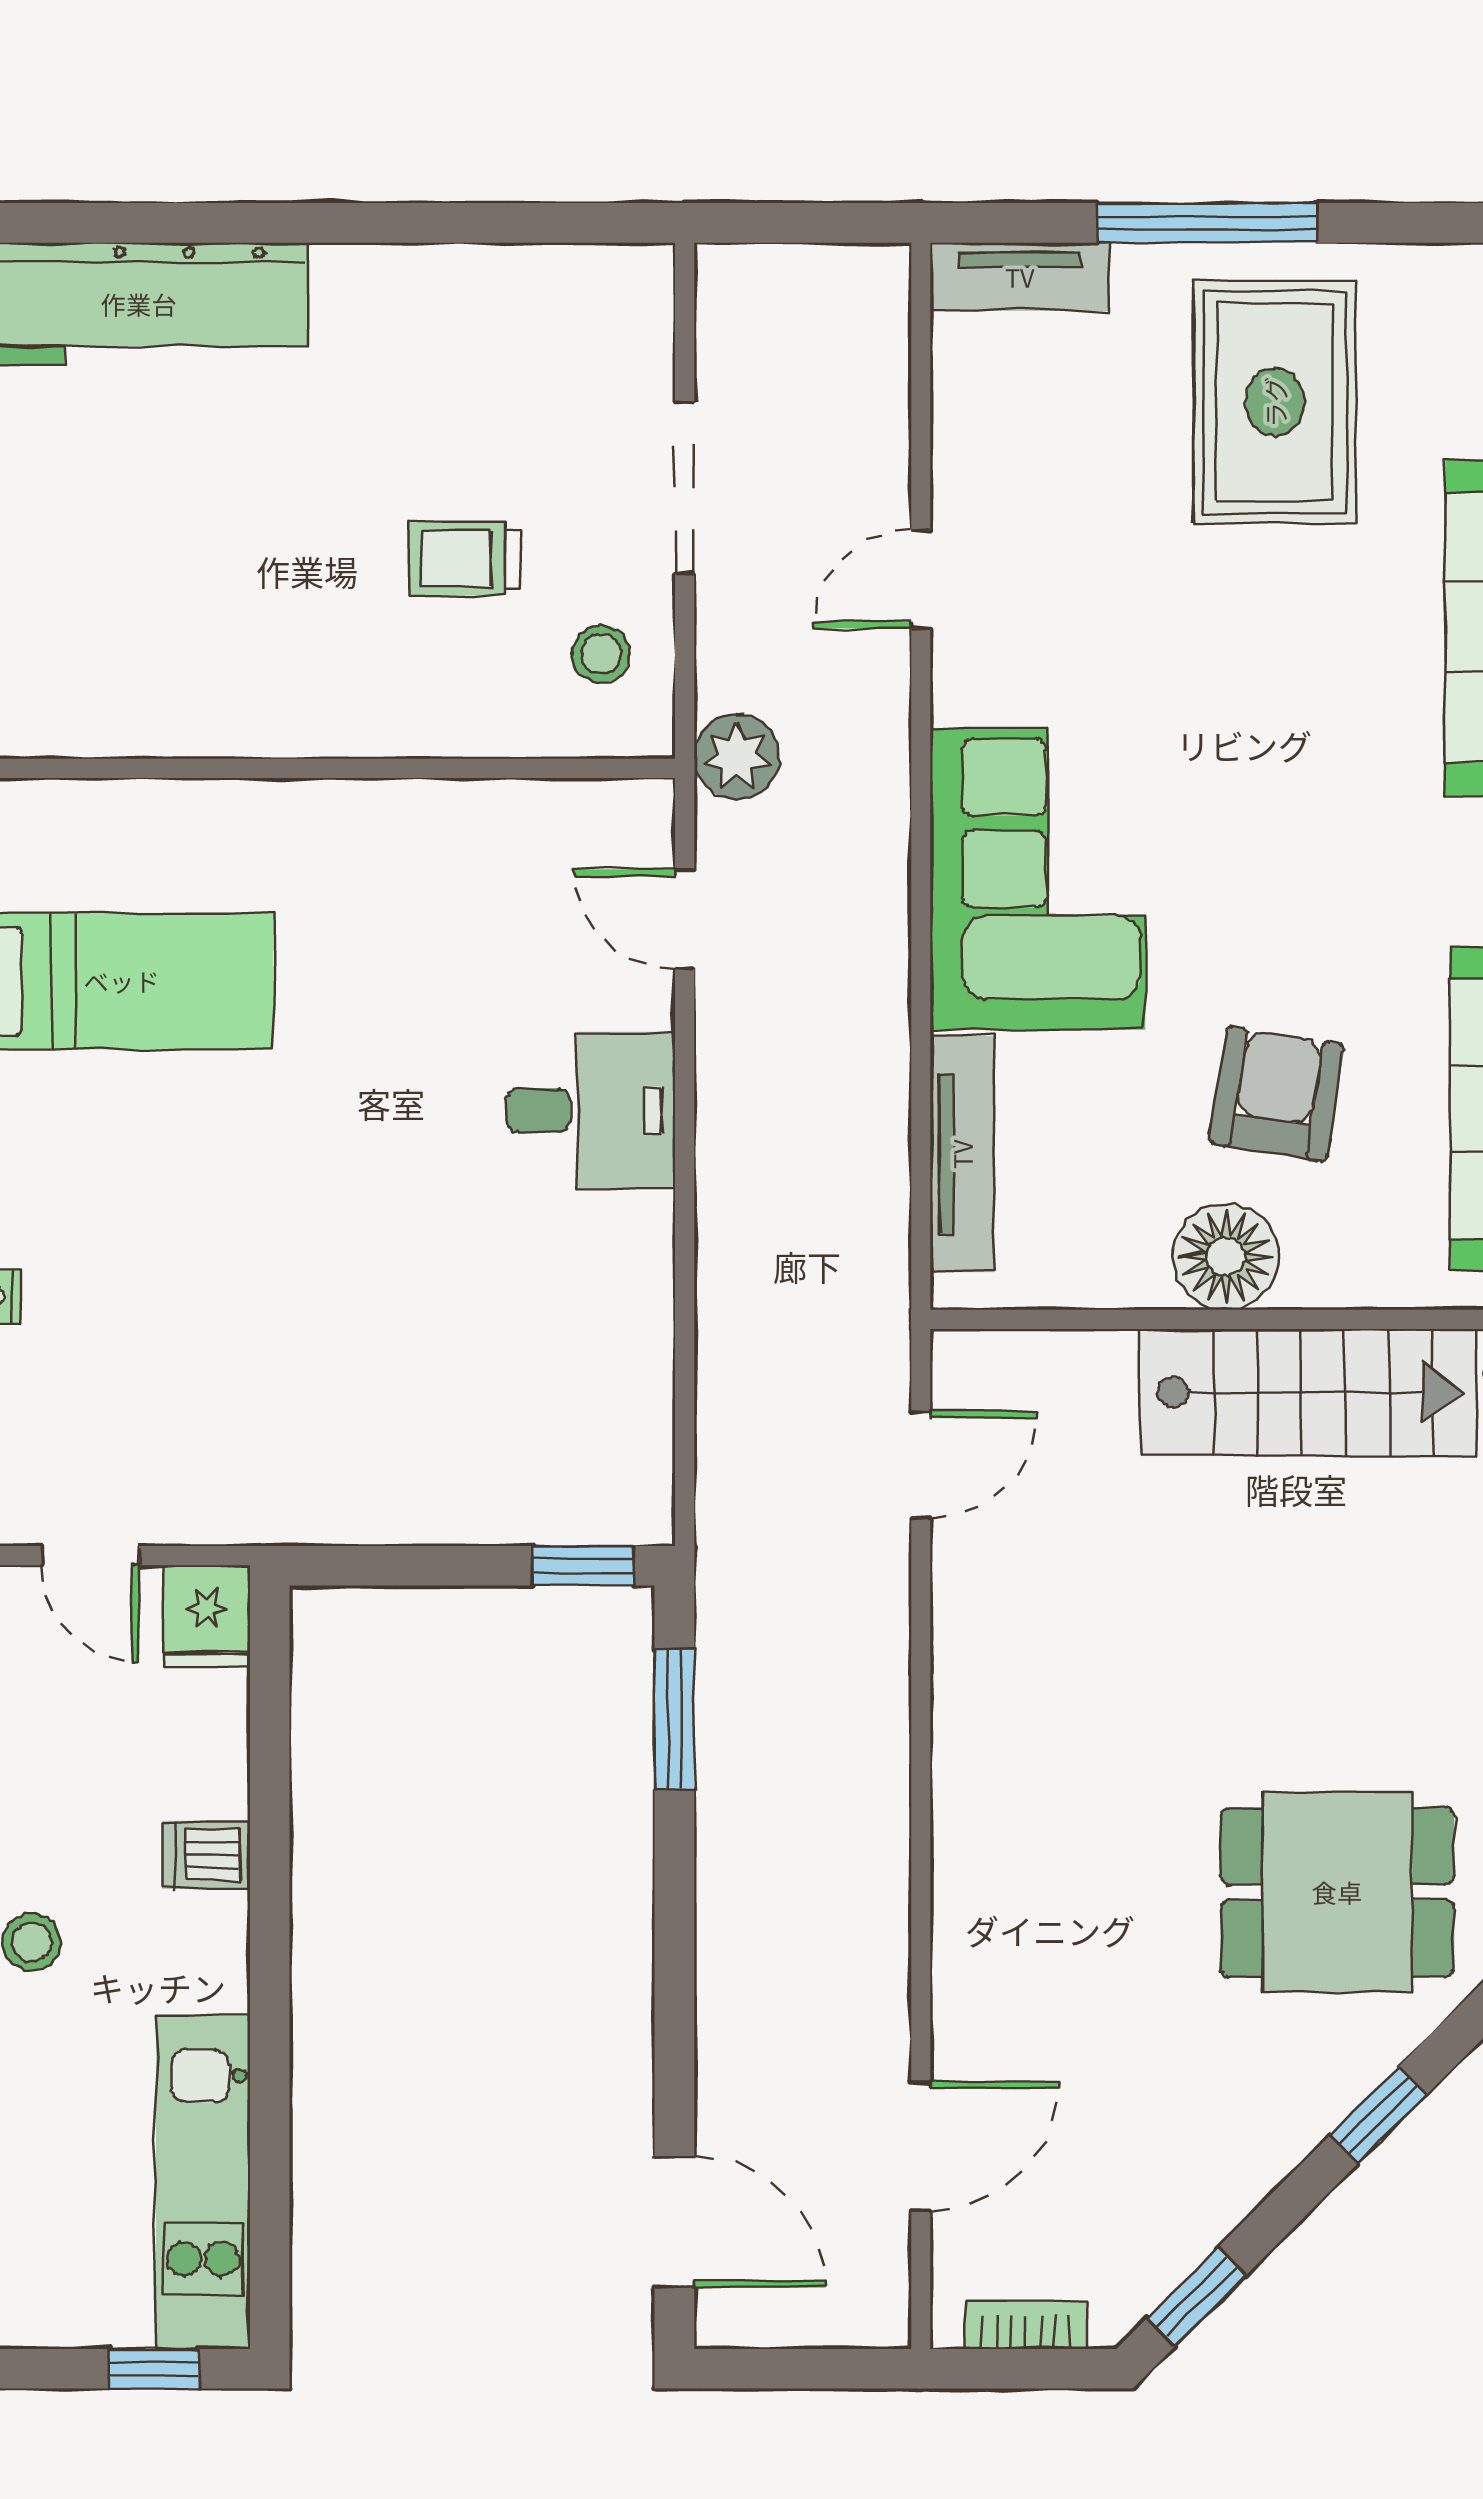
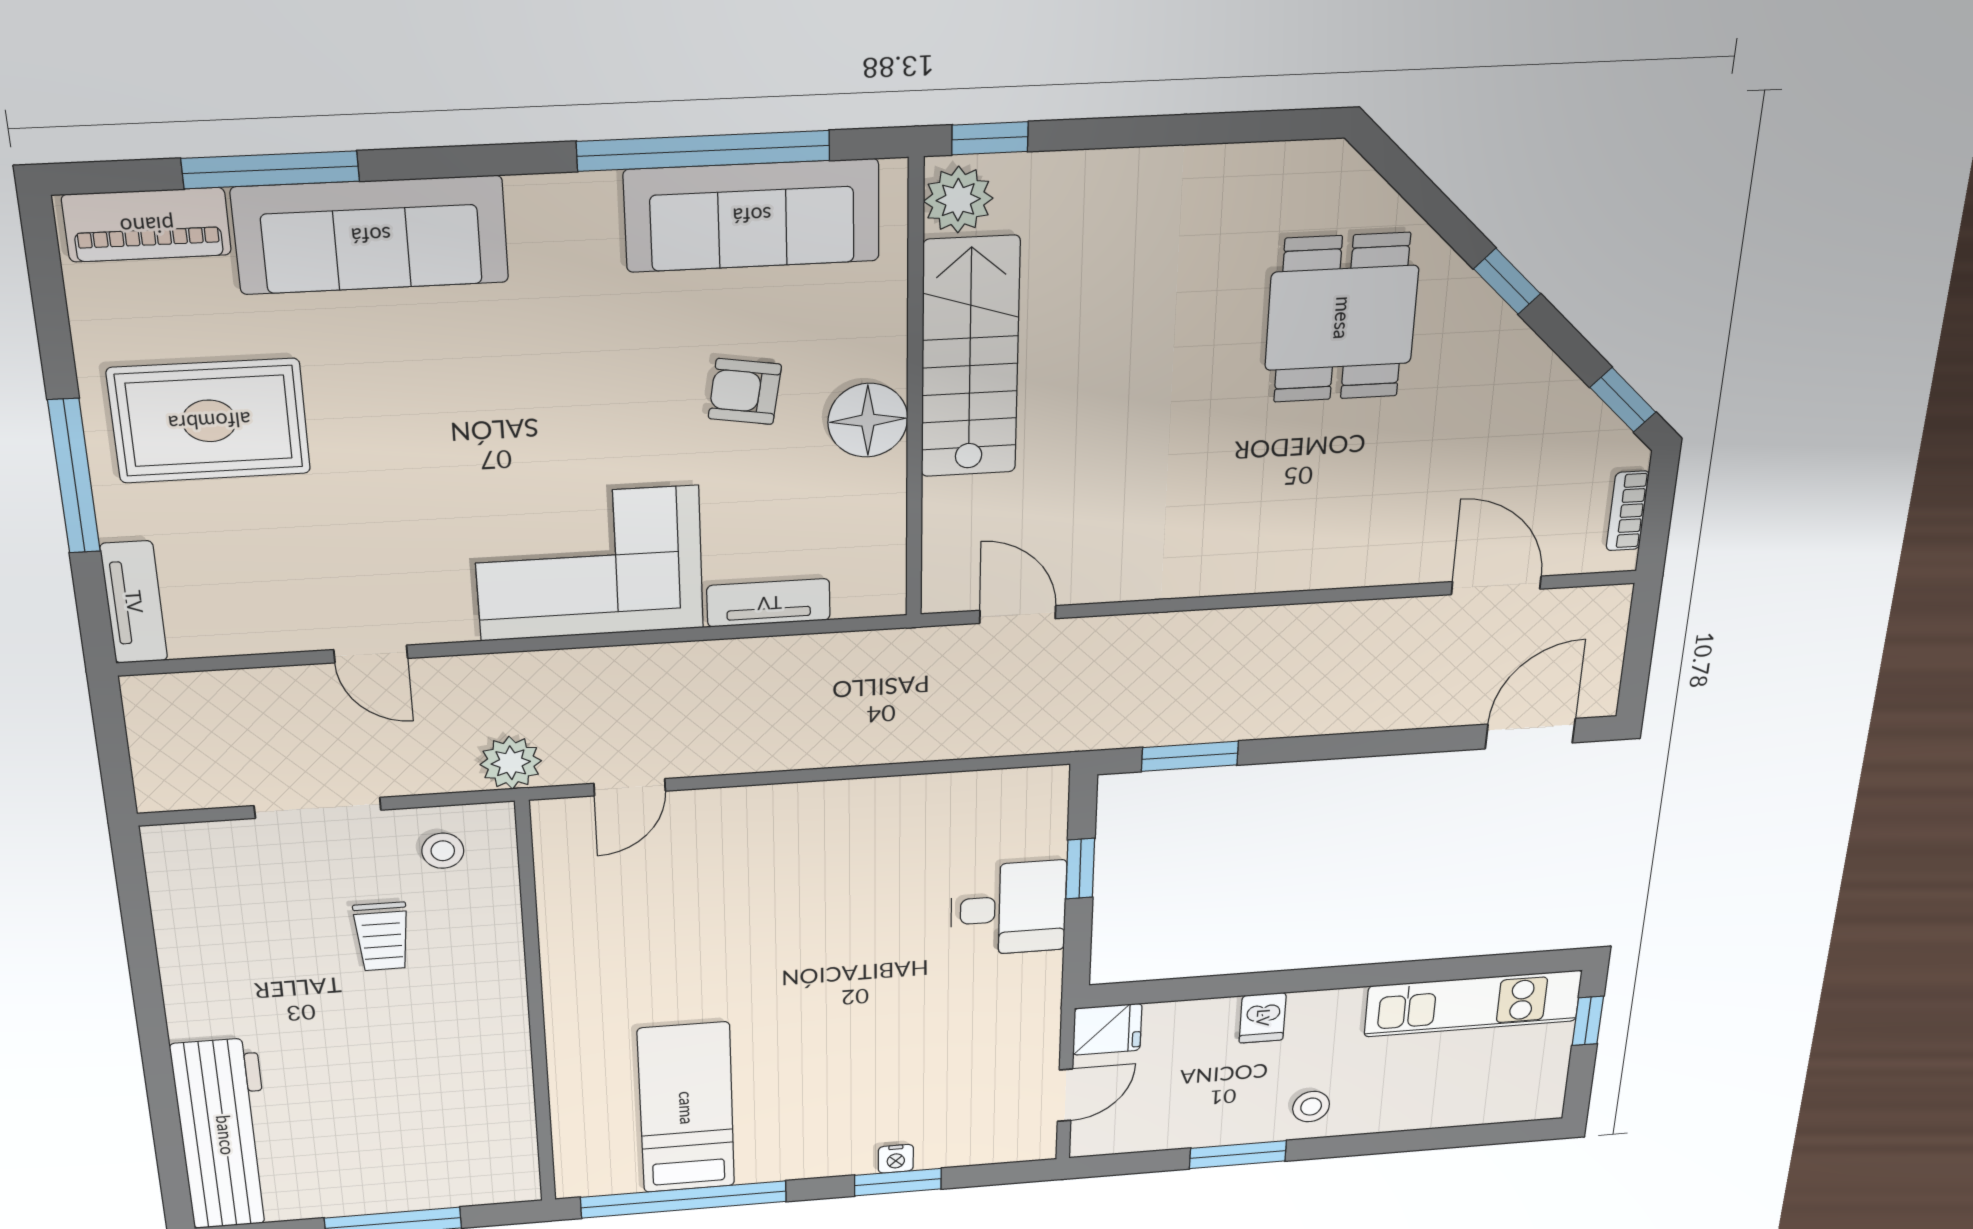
armchair: (1277, 1094) -> (745, 391), width x0.72, depth x0.72
desk: (591, 1110) -> (1009, 909), moved, turned 90
tv unit: (962, 1154) -> (769, 603), width x0.71
window: (583, 1566) -> (1080, 869), moved

